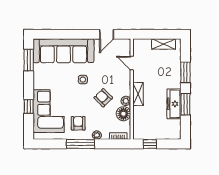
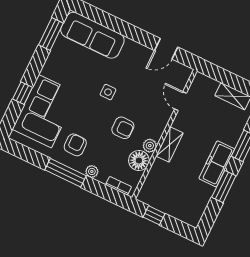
sofa: (64, 51) -> (92, 35), width x0.74, depth x0.79
armchair: (103, 98) -> (123, 128), turned 135
freezer: (174, 104) -> (217, 164), moved

